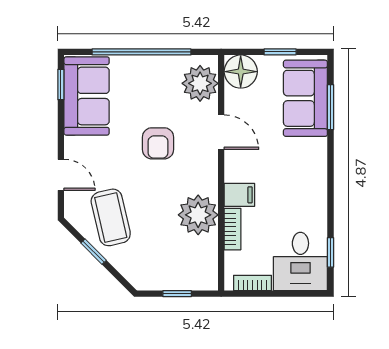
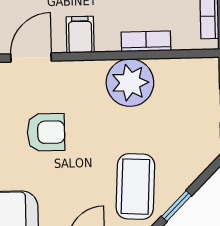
filing cabinet: (239, 195) -> (80, 35), moved
coffee table: (111, 217) -> (135, 187), turned -74

